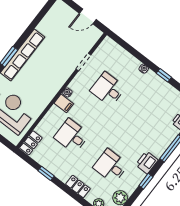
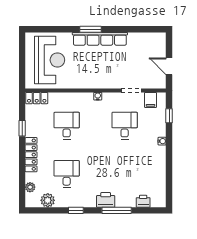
window: (164, 75) -> (169, 116), moved
filing cabinet: (64, 103) -> (151, 100), moved
printer: (147, 162) -> (106, 200), moved
locker: (78, 186) -> (31, 155), width x1.53

